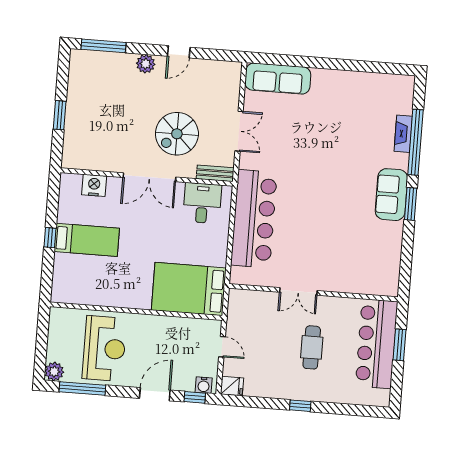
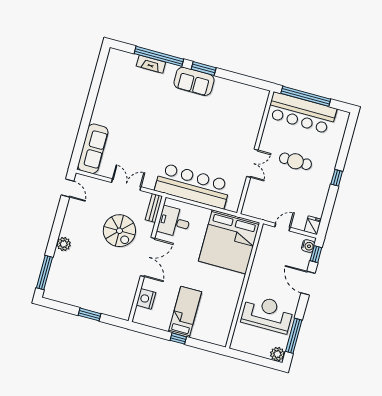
door: (179, 52) -> (68, 188), moved
bed: (189, 289) -> (229, 242), width x1.36
window: (400, 345) -> (306, 96), width x2.11

